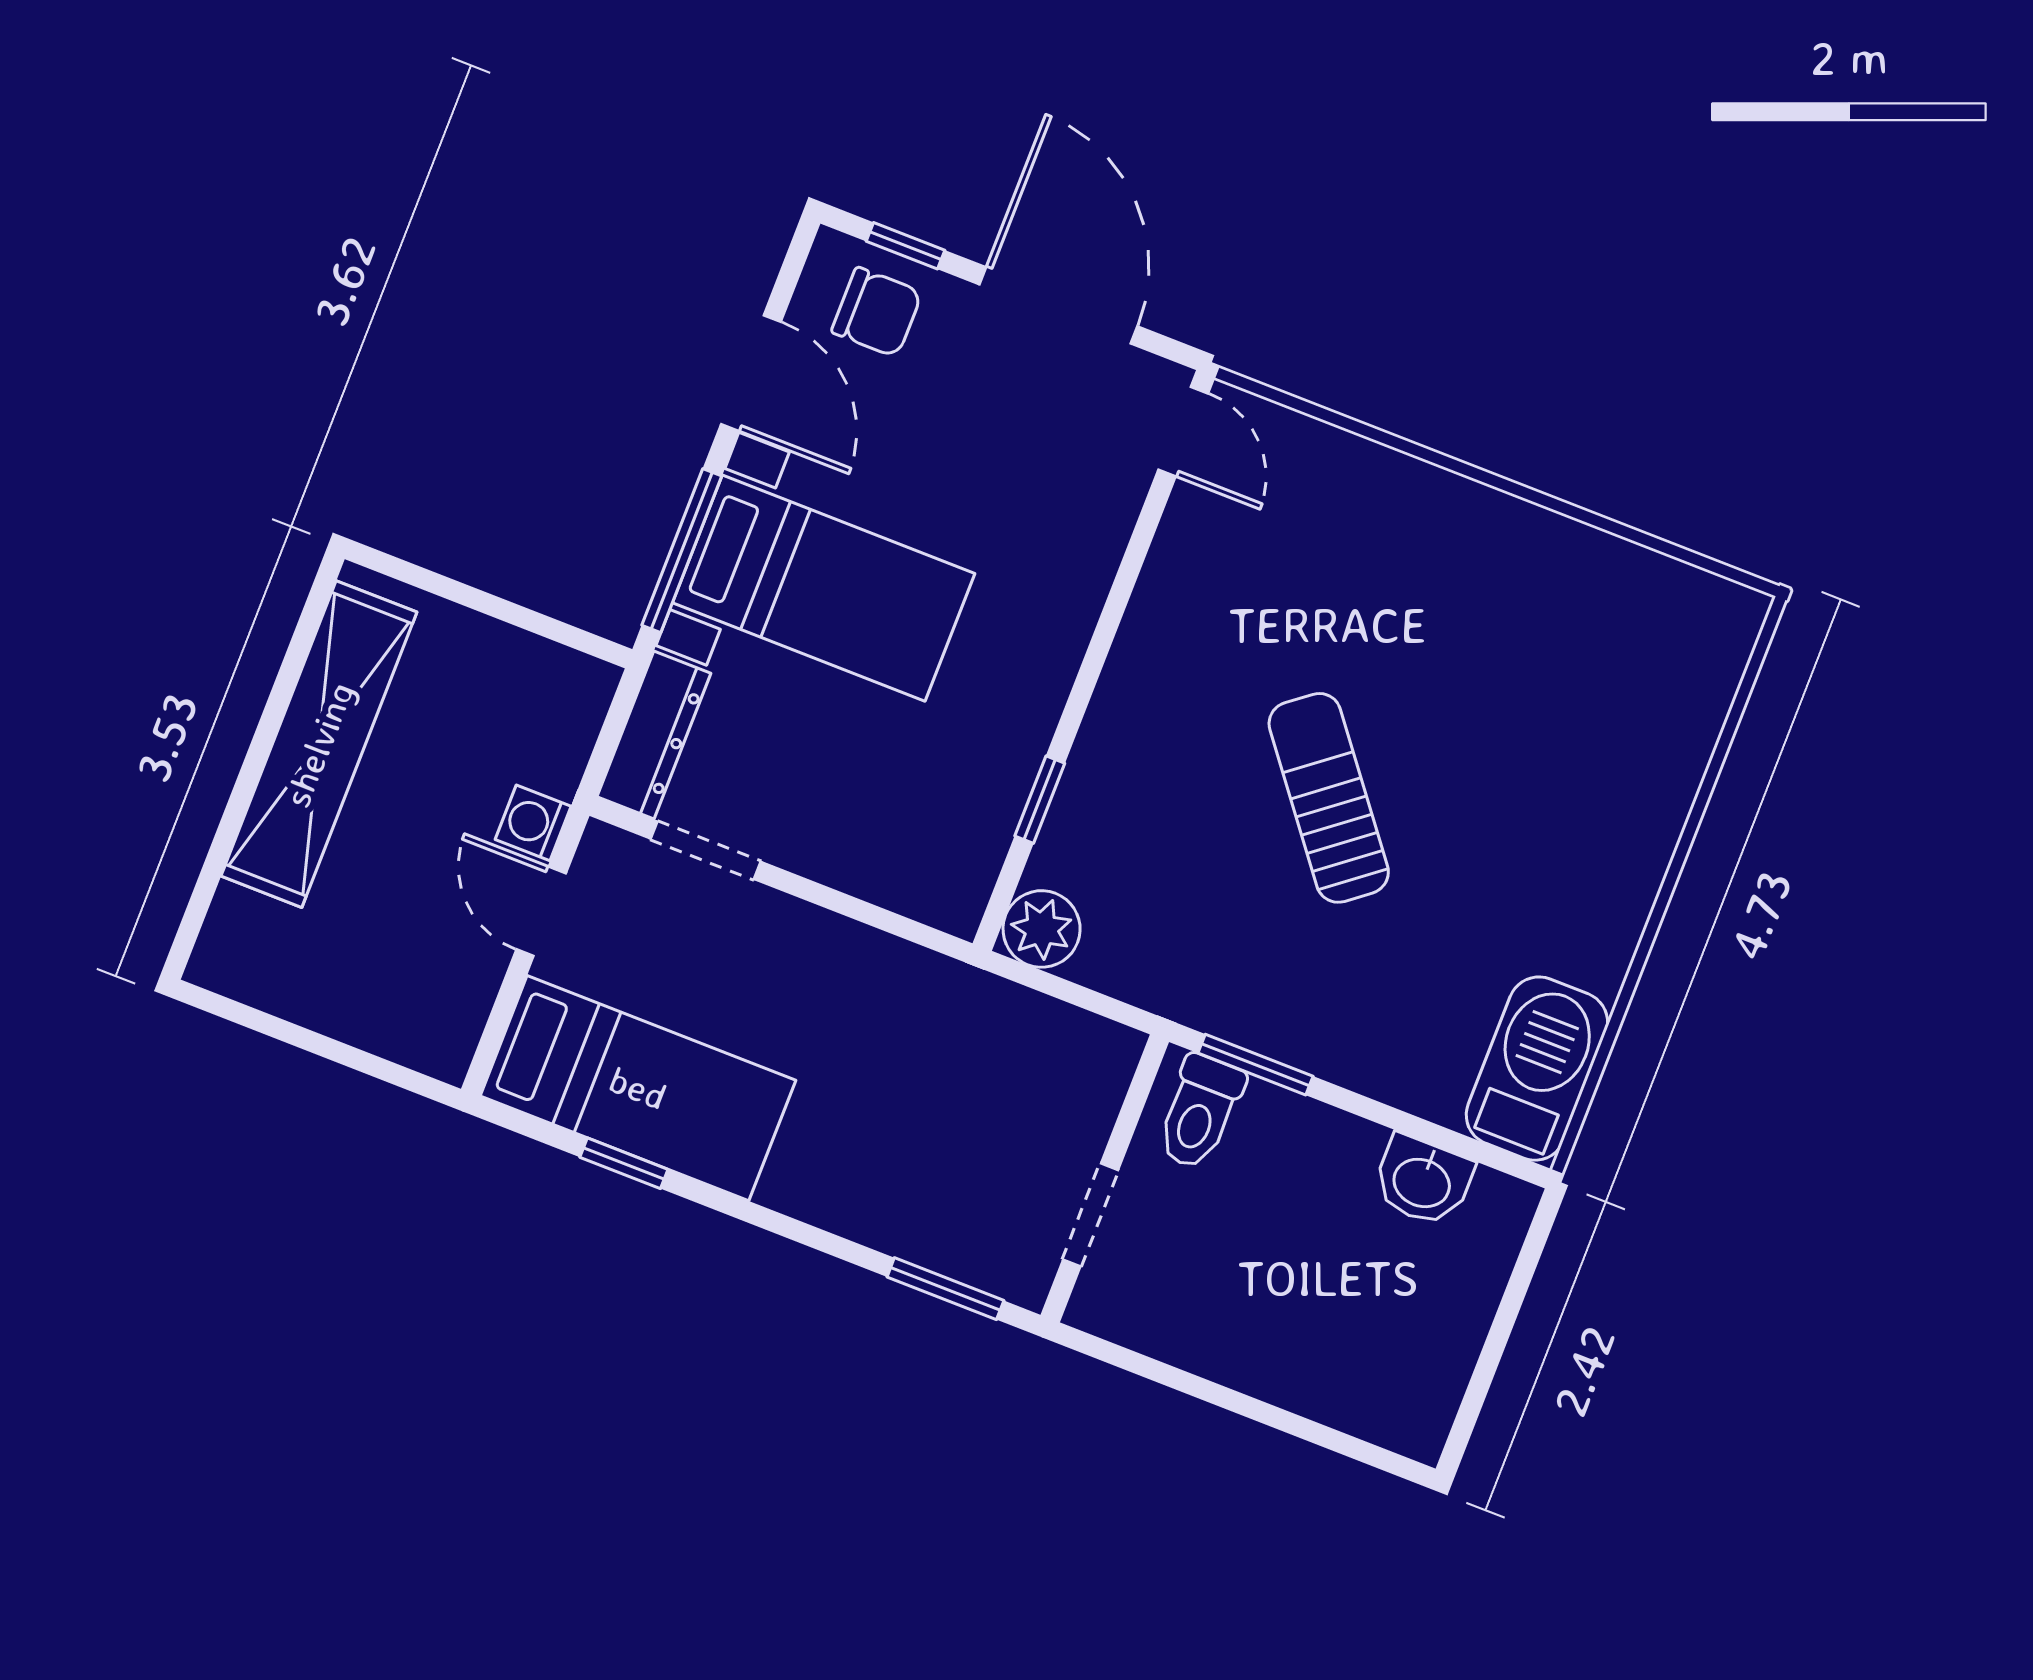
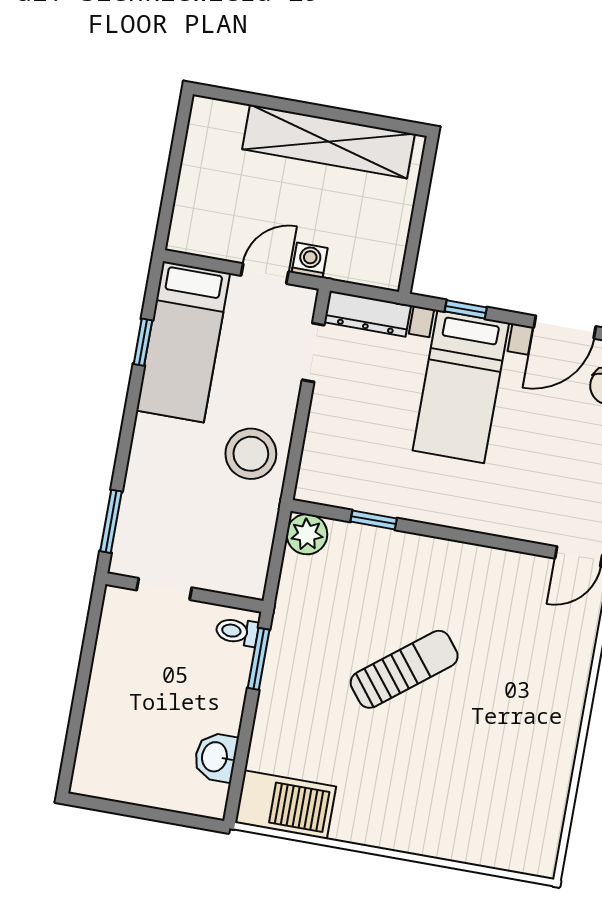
window: (682, 551) -> (466, 309), width x0.46
stool: (871, 1004) -> (251, 454), added
toilet: (1200, 1112) -> (237, 632), width x0.73, depth x0.72

